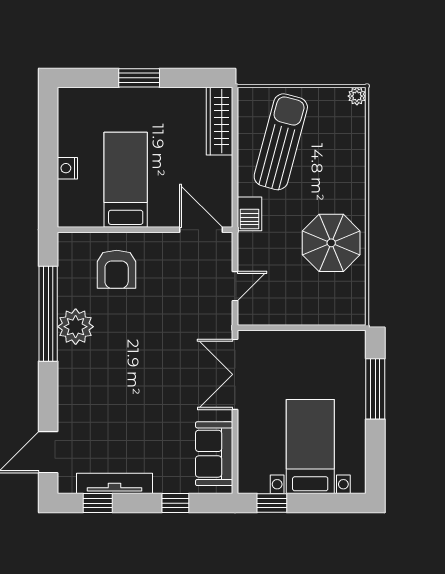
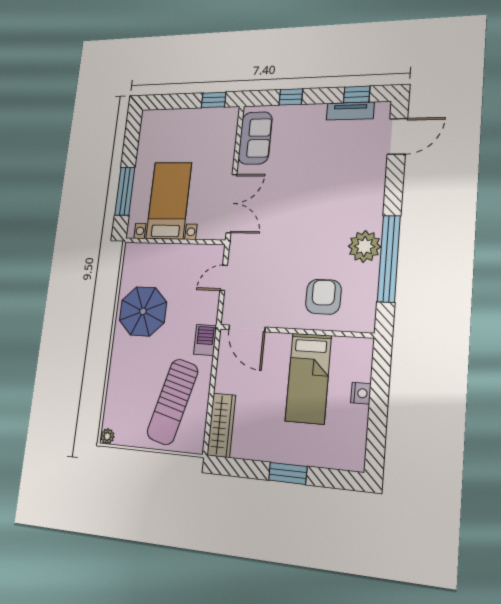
bed with nightstands: (310, 446) -> (169, 201), moved, turned 180
tv unit: (115, 483) -> (350, 111), width x0.71

